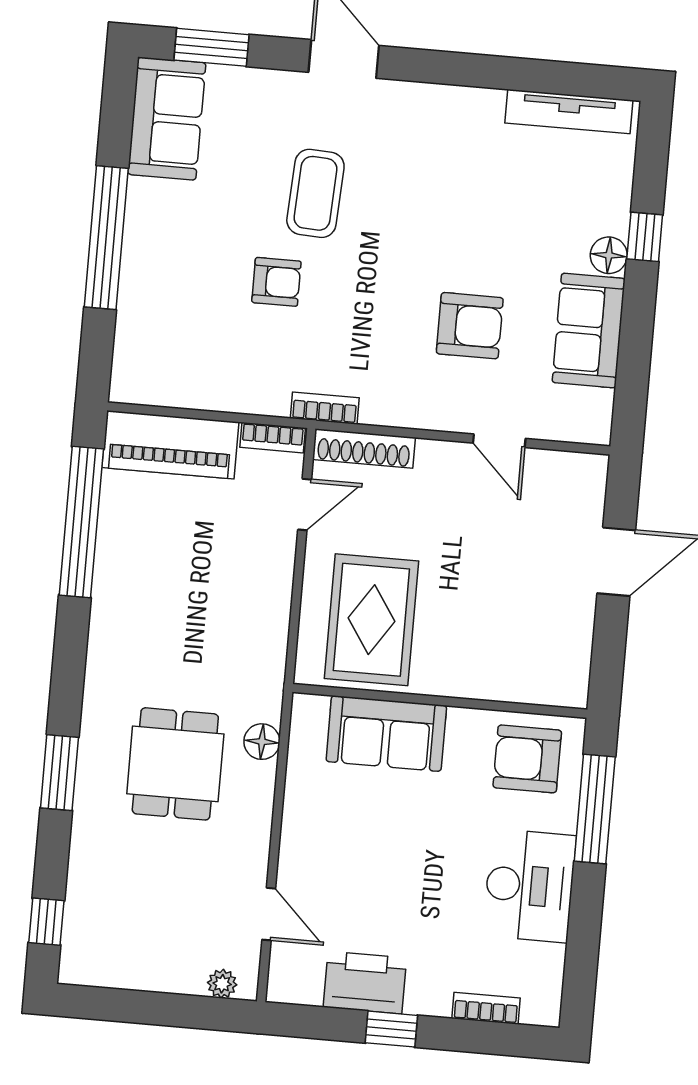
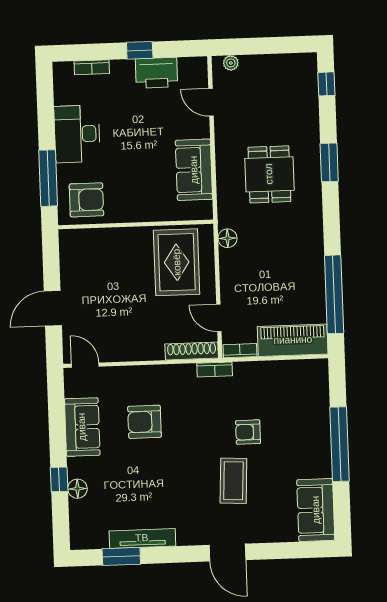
window: (212, 47) -> (121, 556), moved
tv unit: (569, 112) -> (142, 538), moved
floor lamp: (609, 255) -> (77, 489), moved
door: (499, 441) -> (85, 365), moved
door: (305, 505) -> (219, 318), hinge flipped
sofa: (386, 734) -> (194, 170), moved, turned -90
floor lamp: (262, 742) -> (227, 238), moved

